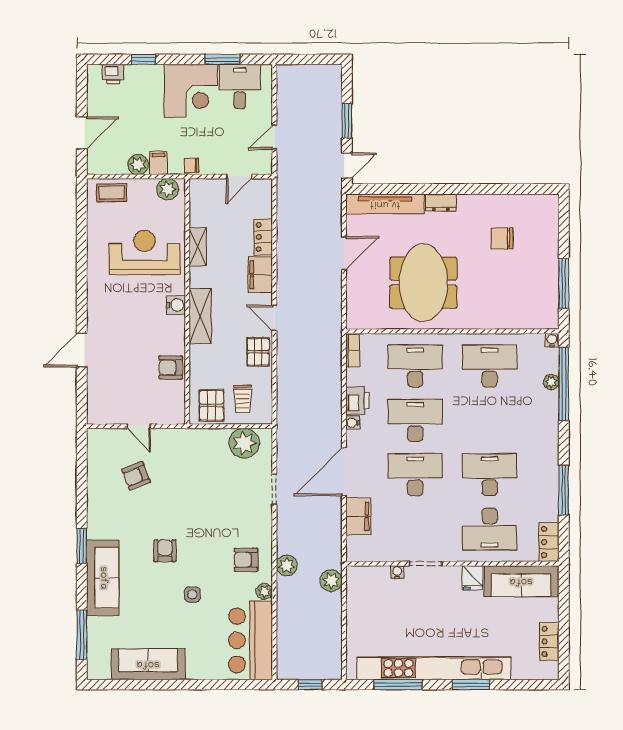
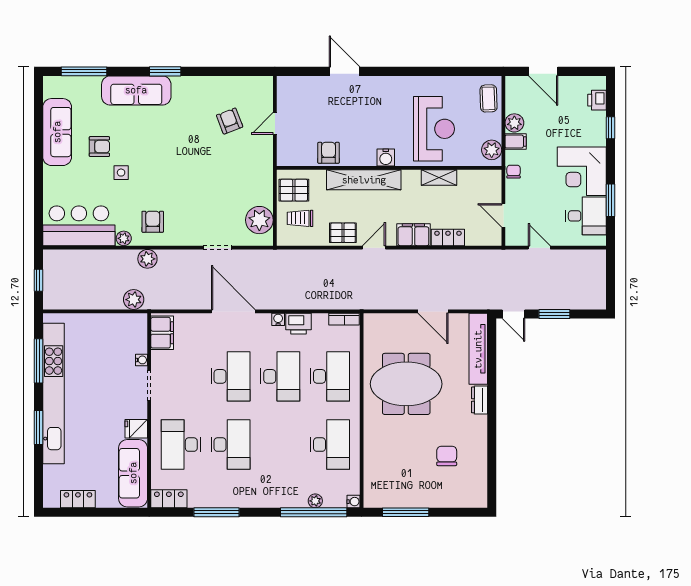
shelving: (200, 316) -> (364, 180), width x1.47
filing cabinet: (358, 516) -> (162, 333), moved, turned -90
armchair: (165, 551) -> (99, 147), moved

